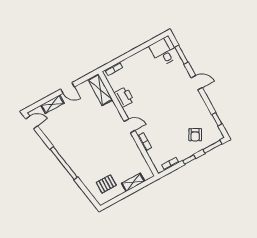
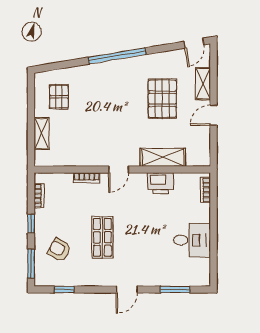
desk: (164, 51) -> (192, 240), moved
shelving: (100, 90) -> (163, 157), moved
shop shelf: (174, 114) -> (102, 237), added
pallet: (74, 123) -> (162, 99), added

